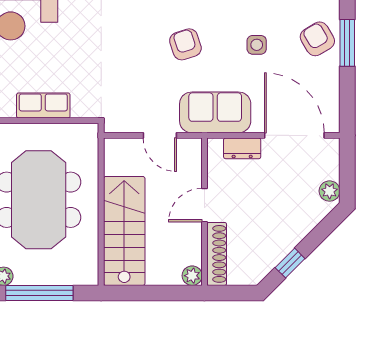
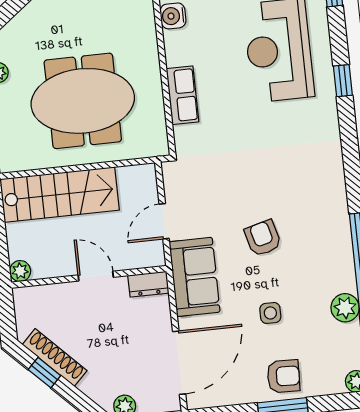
armchair: (317, 39) -> (283, 376), turned 33
armchair: (185, 44) -> (263, 238), turned -87
dresser: (242, 148) -> (148, 284), moved, turned -90
shoe rack: (217, 254) -> (55, 358), moved, turned -135

